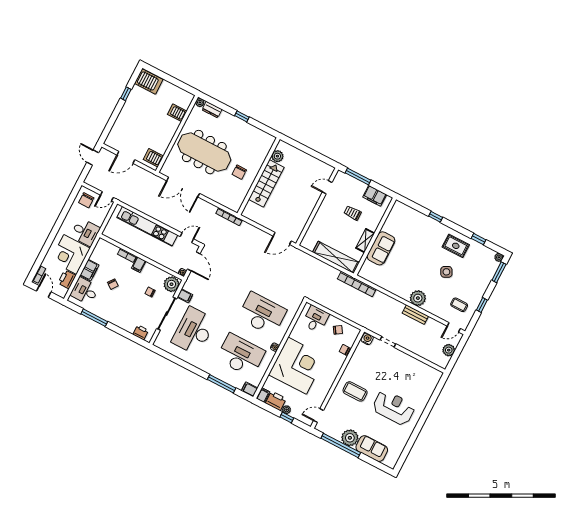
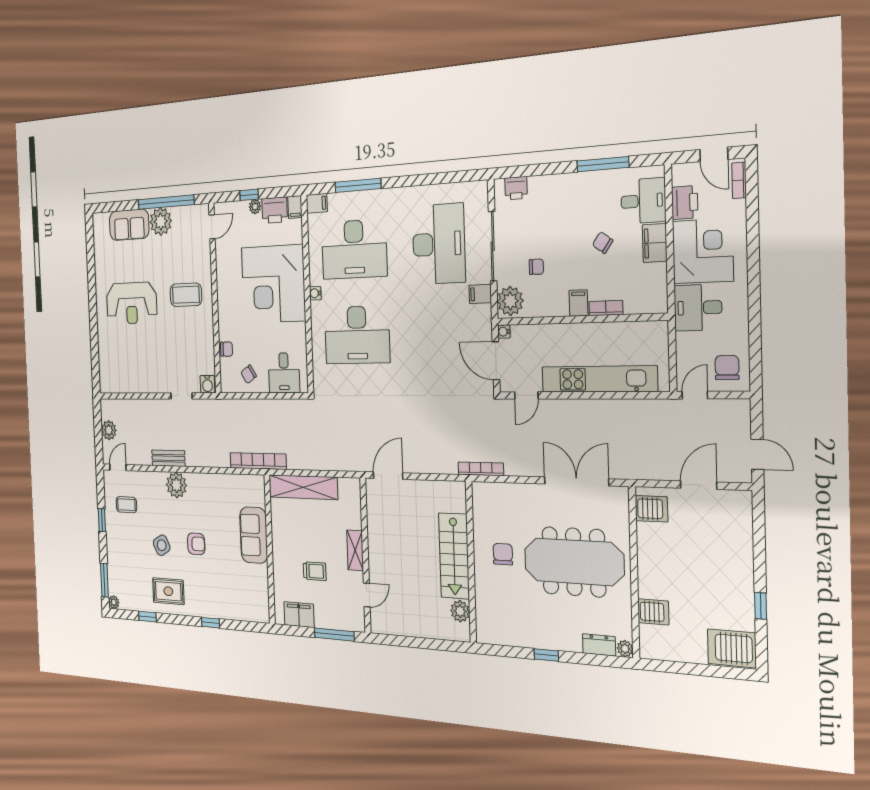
shelving: (365, 241) -> (355, 550), moved
armchair: (422, 262) -> (196, 544), added

